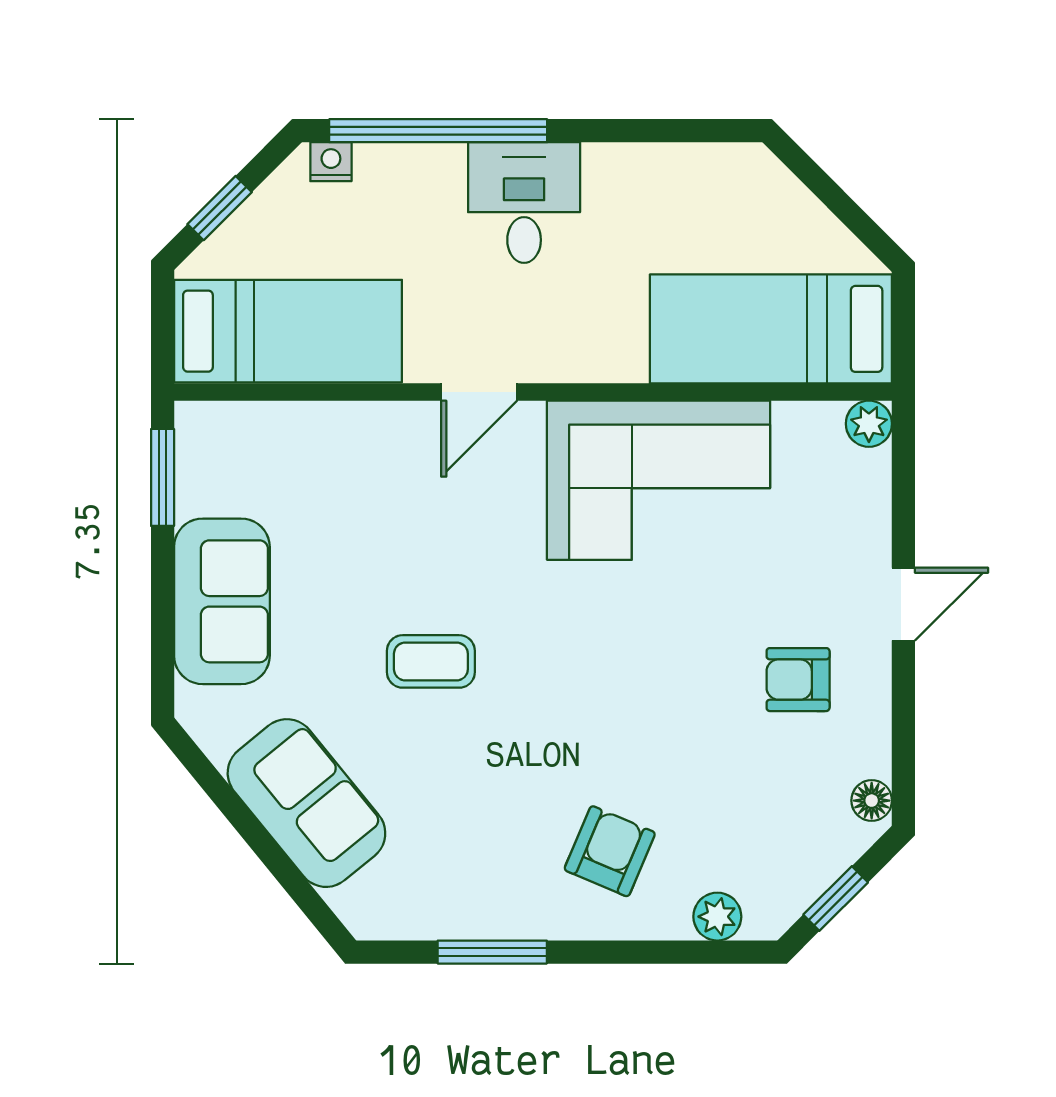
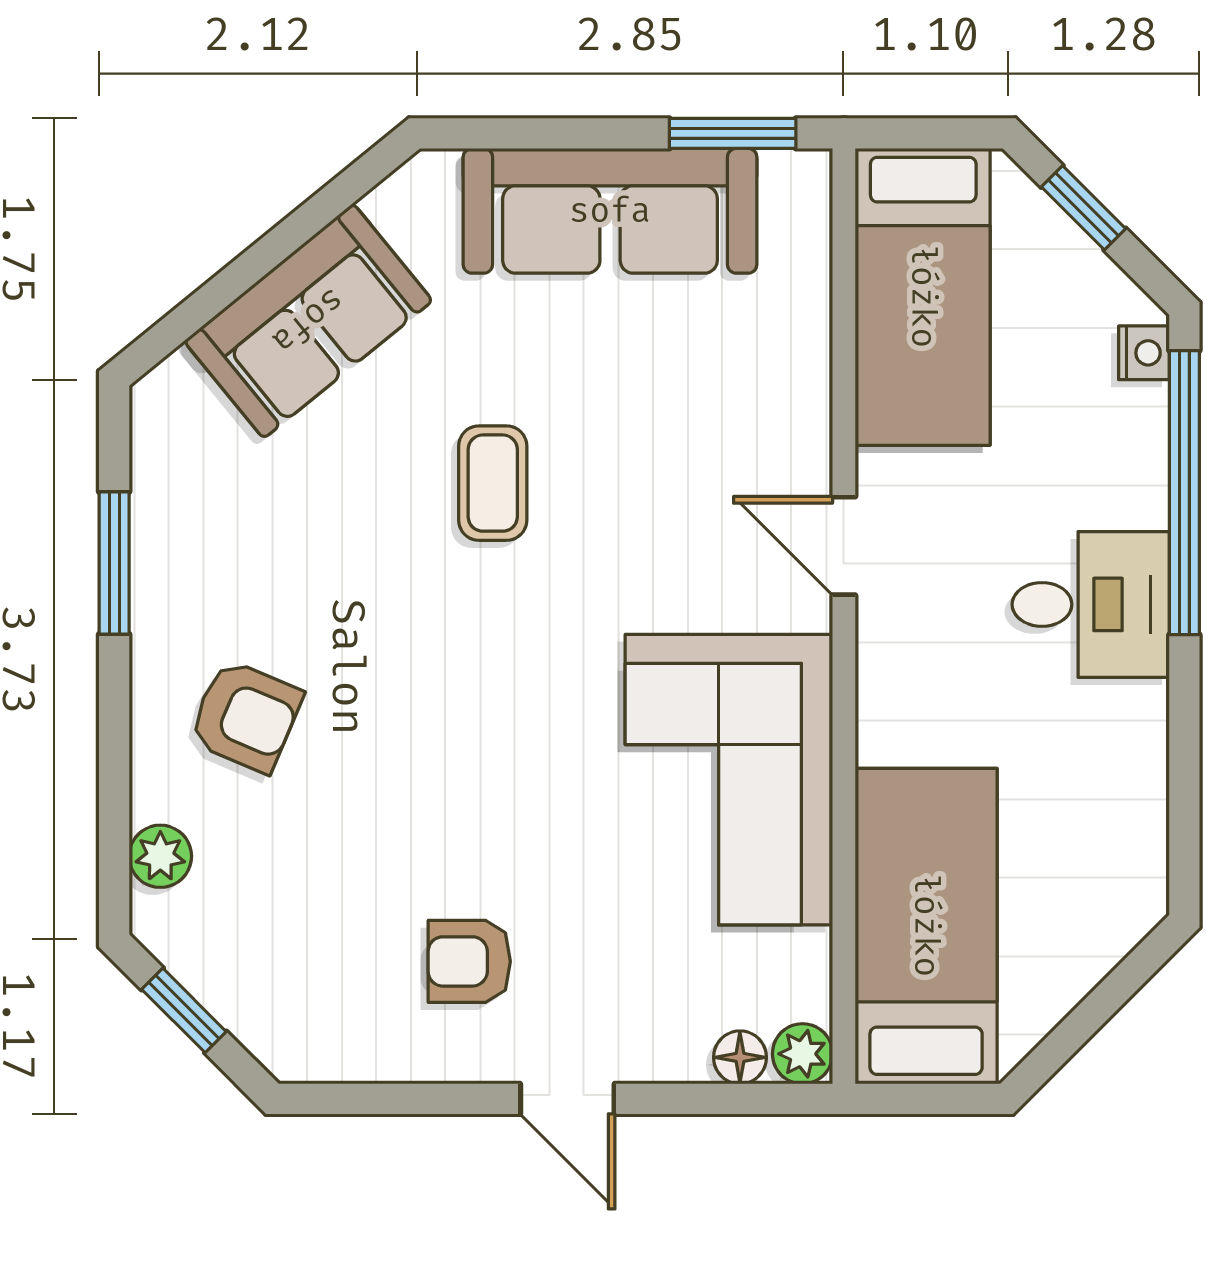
sofa: (222, 601) -> (610, 211), width x1.36
armchair: (798, 680) -> (469, 961), turned -90
floor lamp: (872, 801) -> (740, 1057), moved

